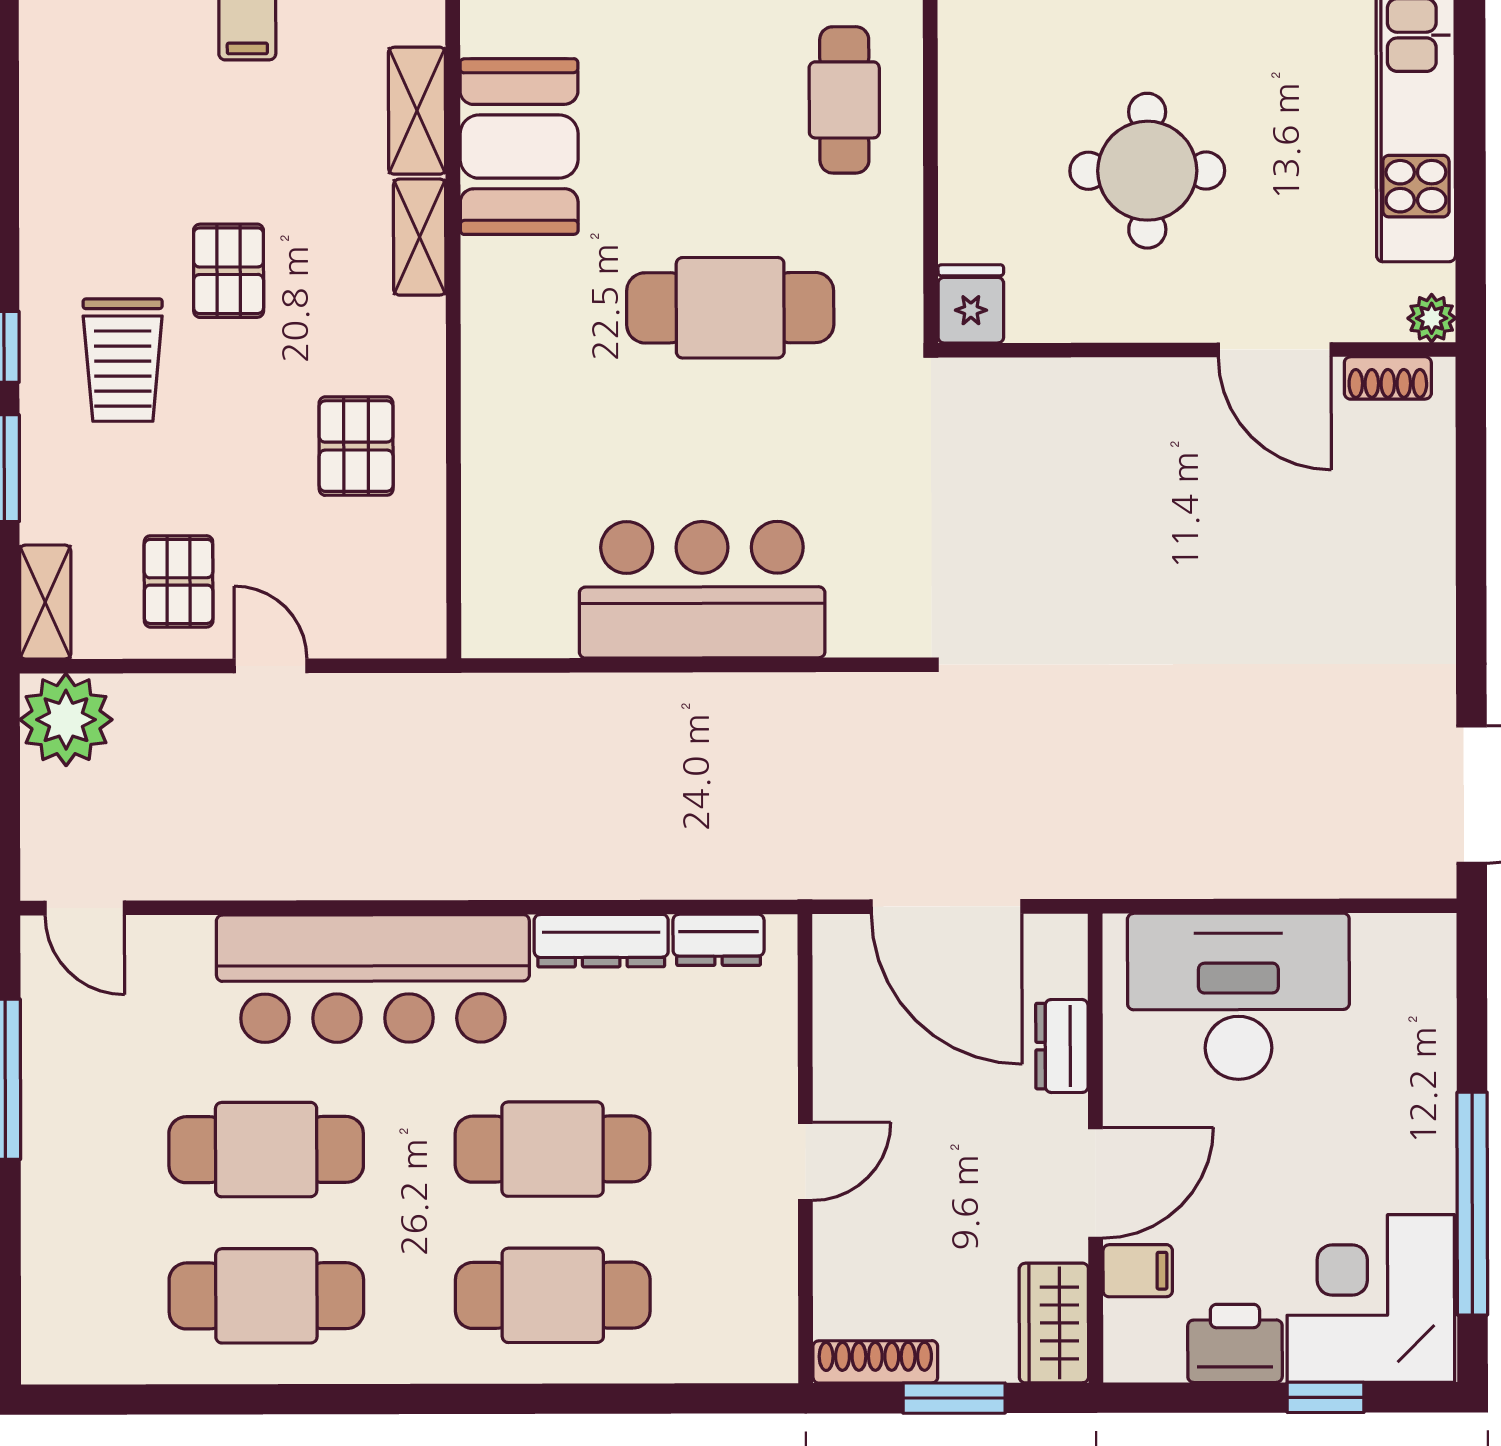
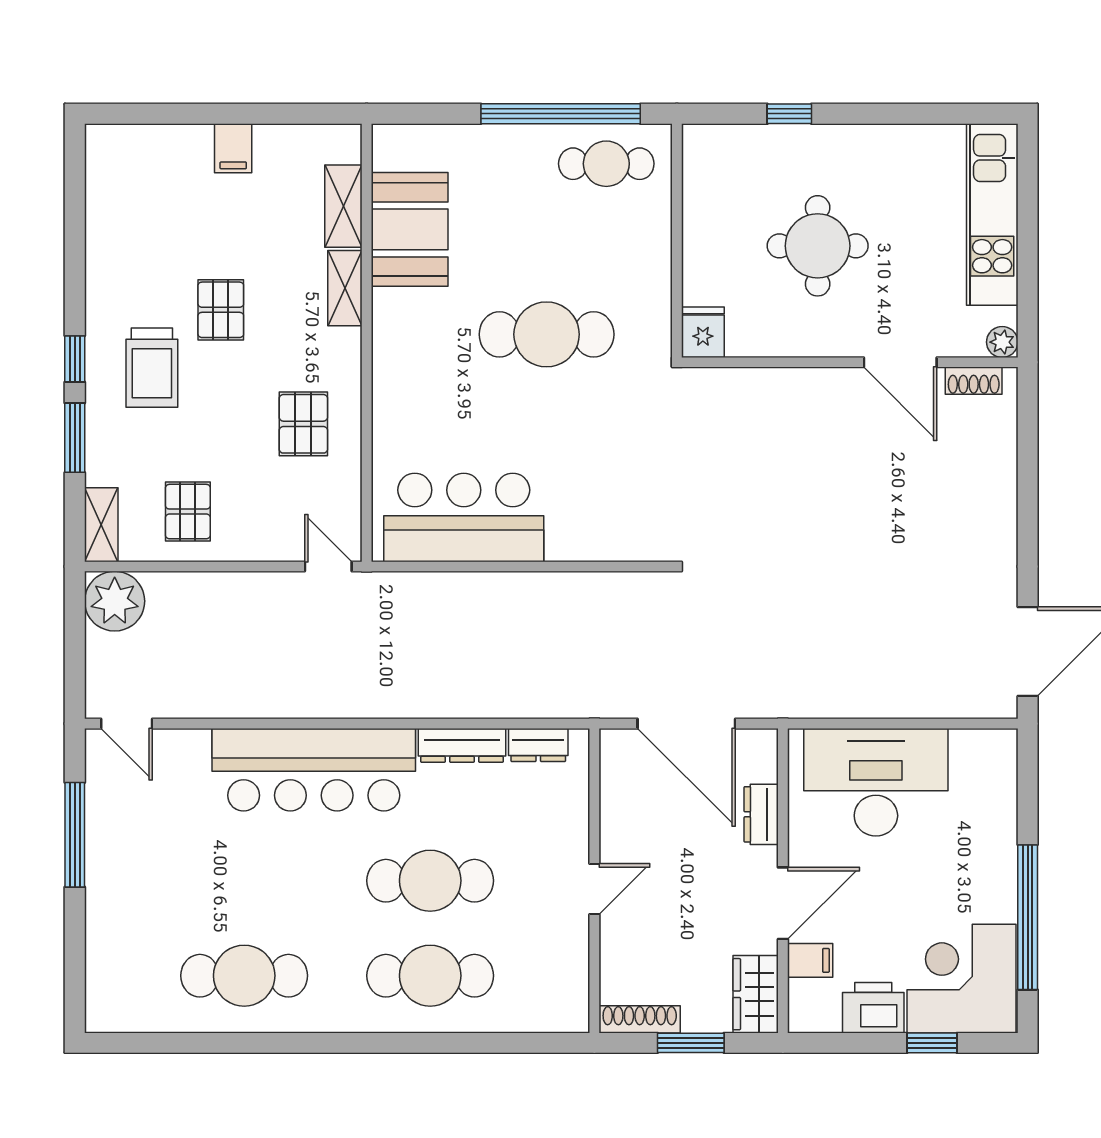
cafe table: (844, 100) -> (606, 164), moved, turned 90
bar counter: (702, 590) -> (464, 517), moved
door: (271, 666) -> (328, 567), moved
cafe table: (266, 1150) -> (244, 881), removed

